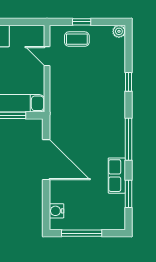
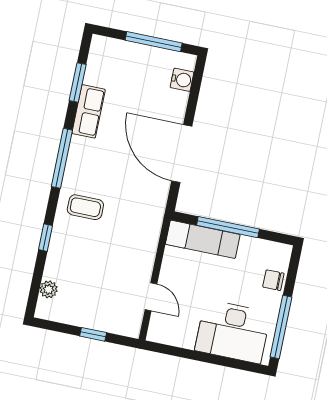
plant: (119, 31) -> (49, 289), moved
coffee table: (77, 39) -> (85, 207), moved

